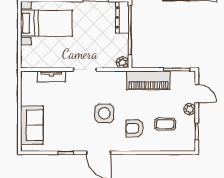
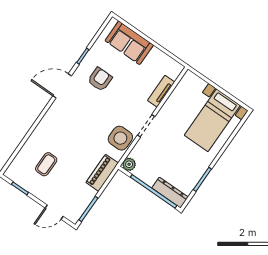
piano: (148, 80) -> (102, 173), width x0.73, depth x0.75
plant: (190, 109) -> (44, 196), removed
side table: (104, 113) -> (120, 138), moved
armchair: (135, 128) -> (100, 79), moved

